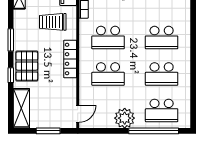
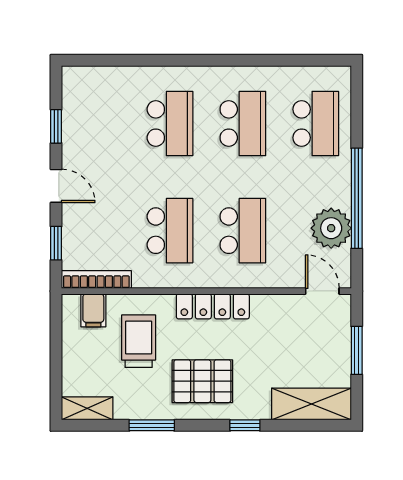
trolley: (53, 22) -> (139, 341), turned 180
window: (11, 40) -> (152, 425), moved
pallet: (27, 66) -> (202, 381), moved
plant: (125, 118) -> (331, 228), moved
window: (154, 131) -> (357, 198), moved

